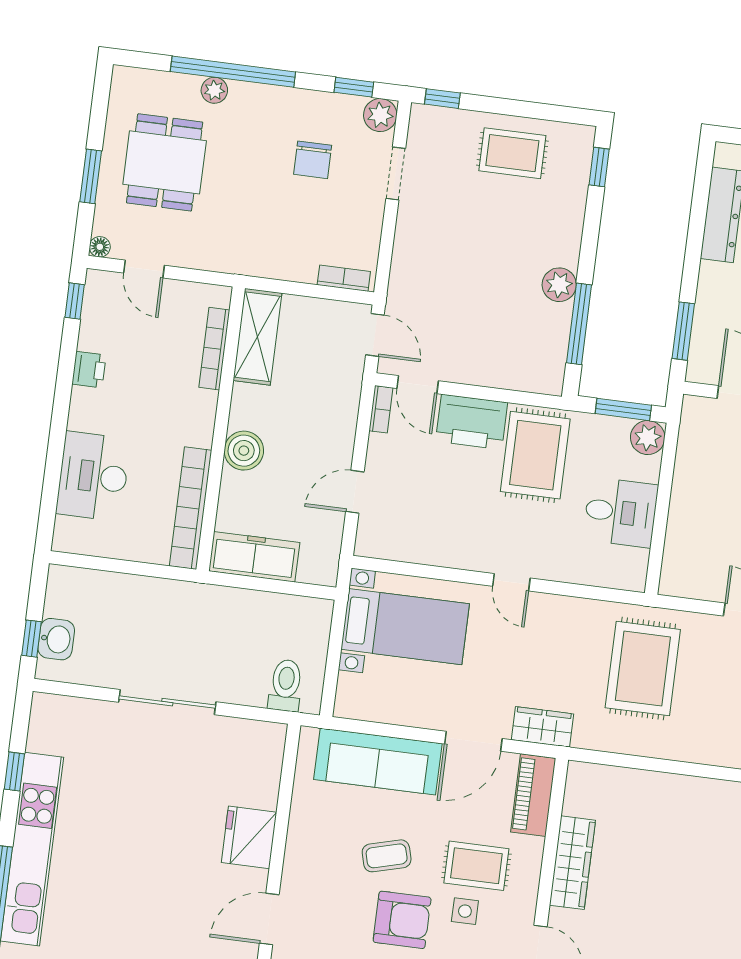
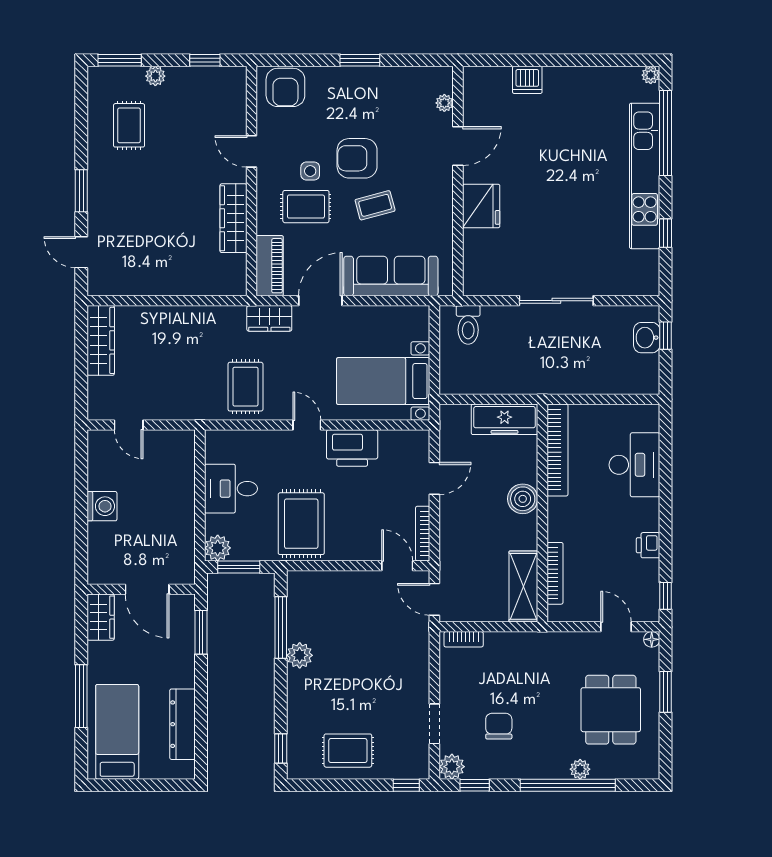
bookcase: (381, 409) -> (423, 534), width x1.56
printer: (472, 422) -> (352, 448), moved, turned 180
rug: (643, 669) -> (245, 387), moved, width x0.73, depth x0.70

